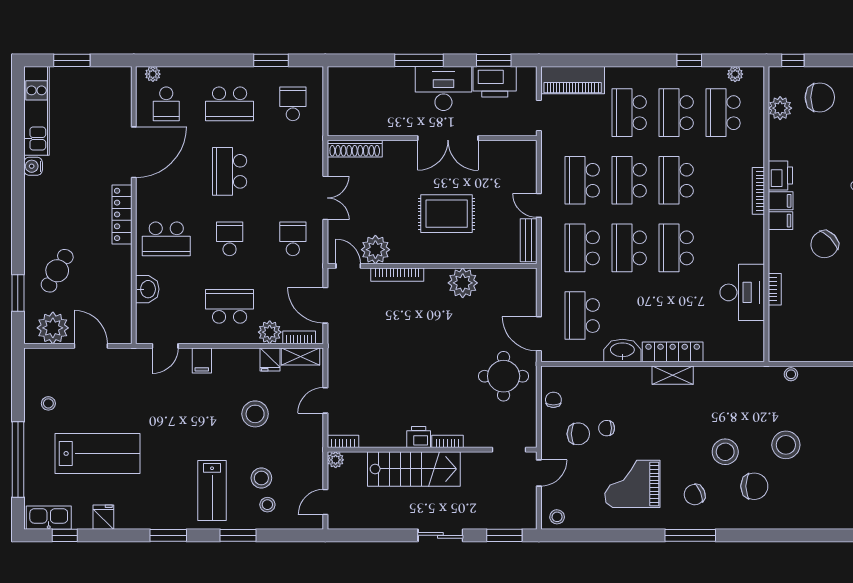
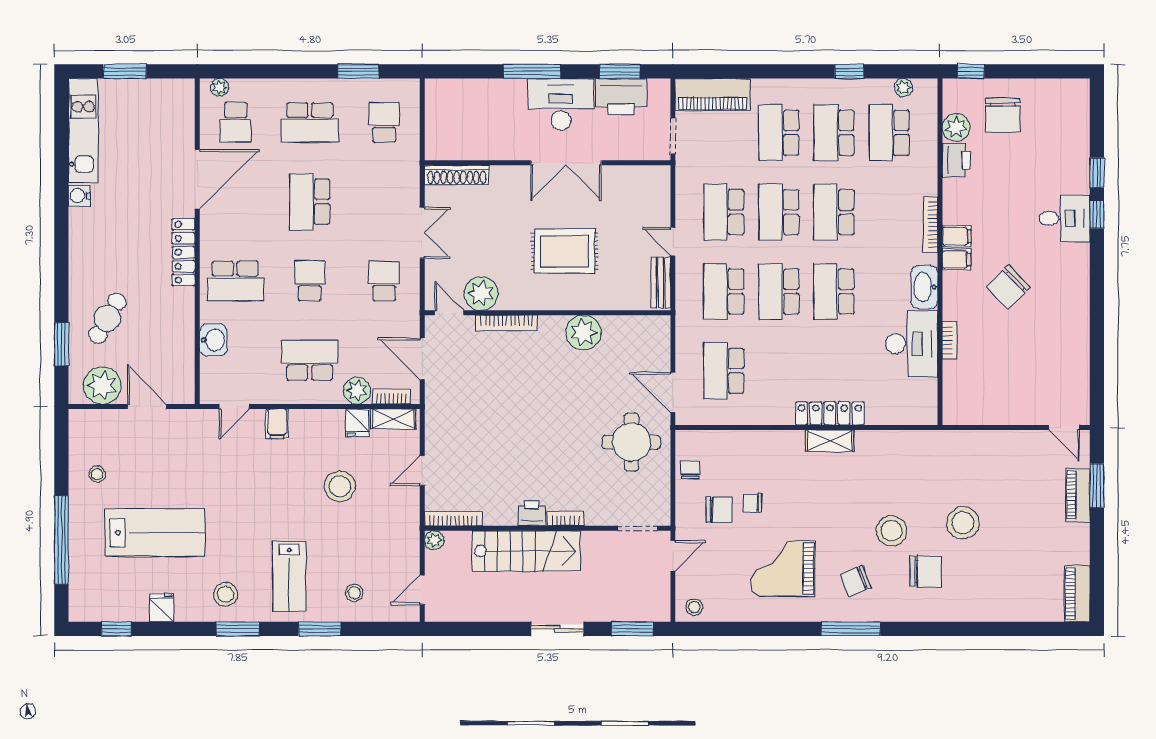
chair: (820, 97) -> (1003, 115), turned 90
printer: (780, 175) -> (956, 160), moved
washbasin: (622, 350) -> (924, 287), moved, turned -90
stool: (791, 374) -> (969, 440), removed
bookcase: (343, 441) -> (453, 519), width x1.56
stool: (261, 478) -> (225, 594), moved
kitchen sink: (49, 518) -> (98, 608), removed

